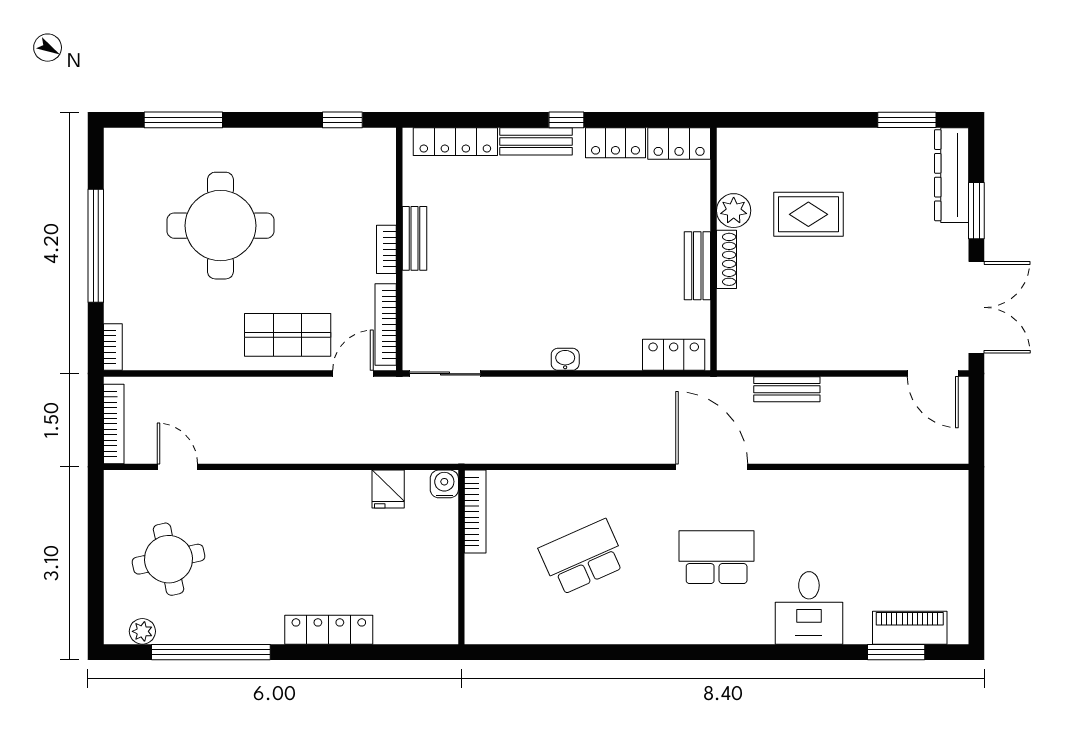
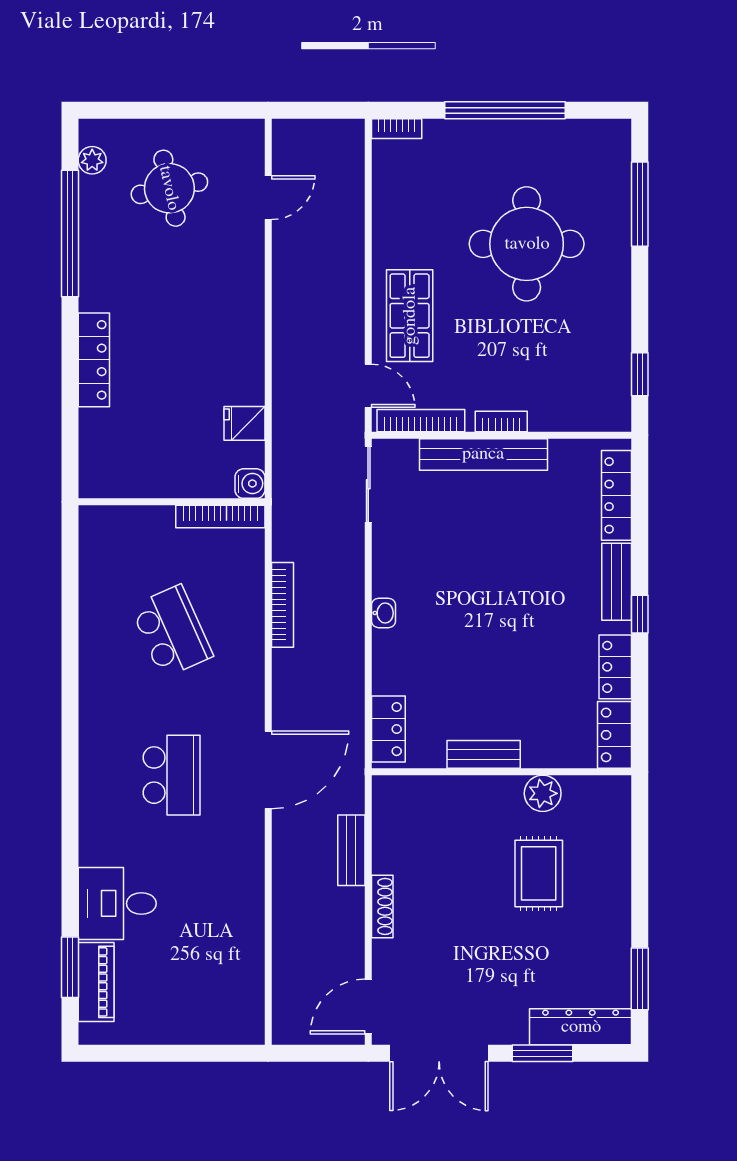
bench: (414, 238) -> (483, 454), width x1.86, depth x1.21
shoe rack: (727, 259) -> (382, 906), moved, turned -90
bookcase: (114, 424) -> (282, 605), moved, turned -90
desk: (809, 608) -> (117, 903), moved

